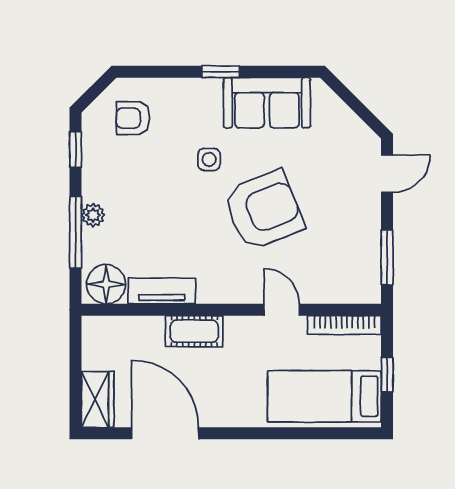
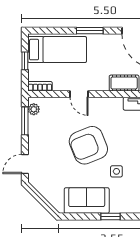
plant: (370, 280) -> (34, 109), added
bookcase: (344, 325) -> (40, 86), width x0.64
window: (261, 433) -> (90, 31), added

